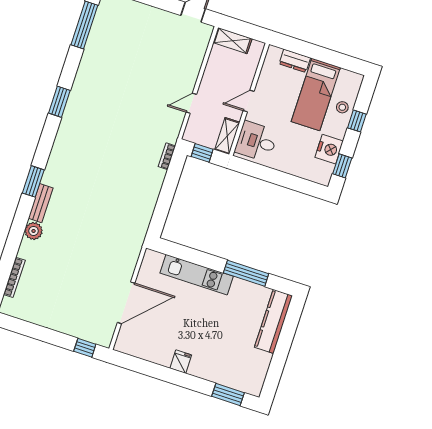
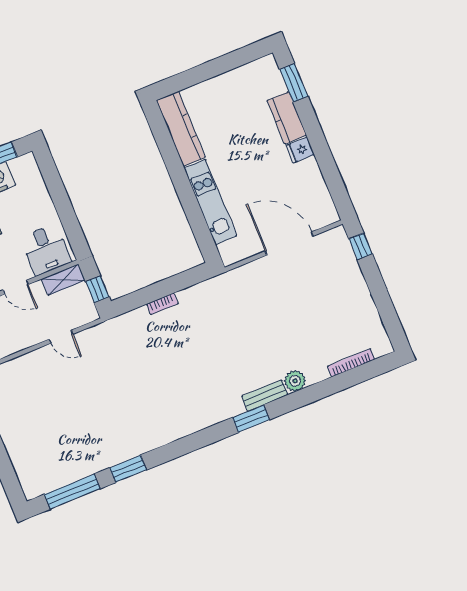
window: (59, 102) -> (128, 469), moved
bookcase: (167, 156) -> (162, 304), moved
window: (246, 273) -> (172, 159), removed
kitchen counter: (274, 321) -> (181, 129), moved, turned -90
kitchen counter: (209, 371) -> (287, 118), added

